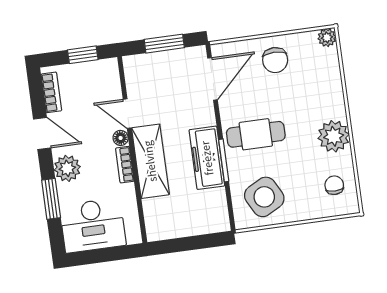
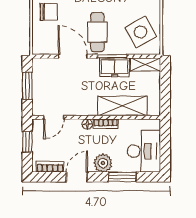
door: (213, 79) -> (73, 56), moved
door: (127, 114) -> (54, 117), moved
freezer: (207, 158) -> (115, 67), width x0.71
shelving: (150, 161) -> (122, 106), moved
shelving: (218, 211) -> (146, 64), added

